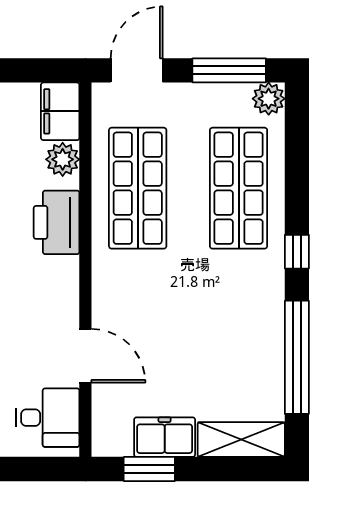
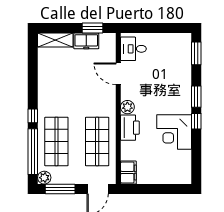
plant: (63, 159) -> (127, 107), moved
window: (297, 357) -> (33, 152), moved

